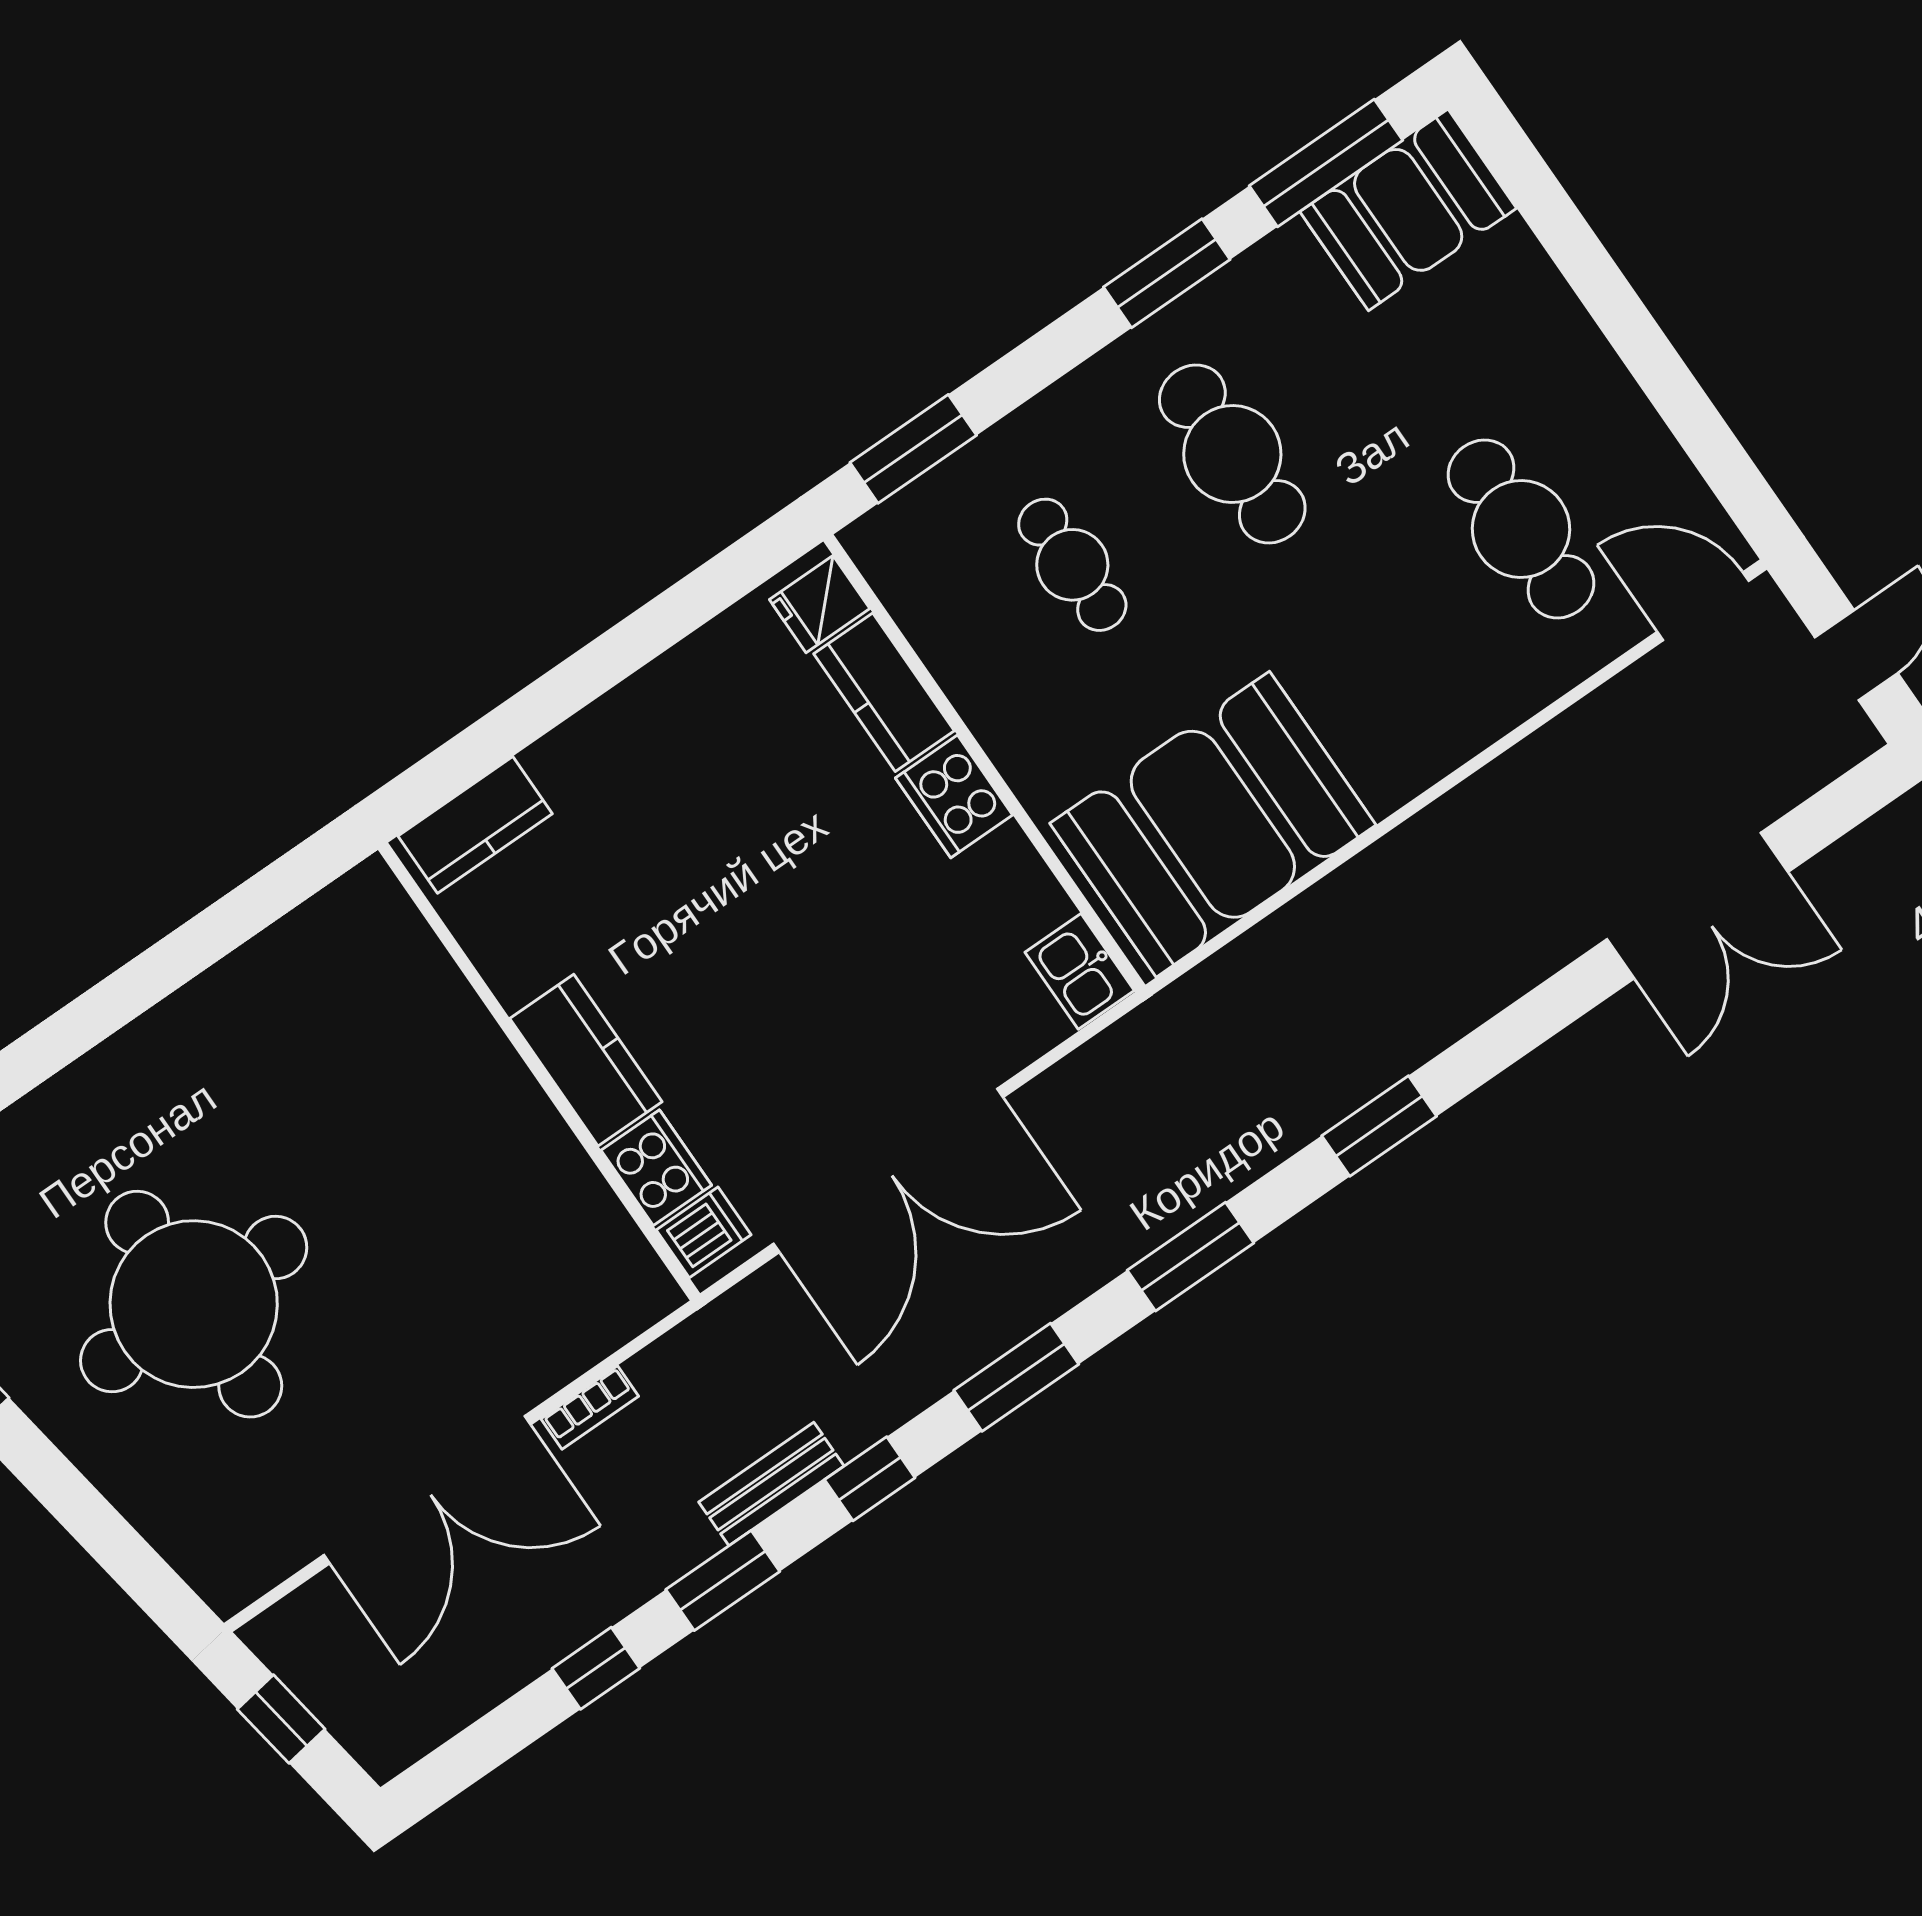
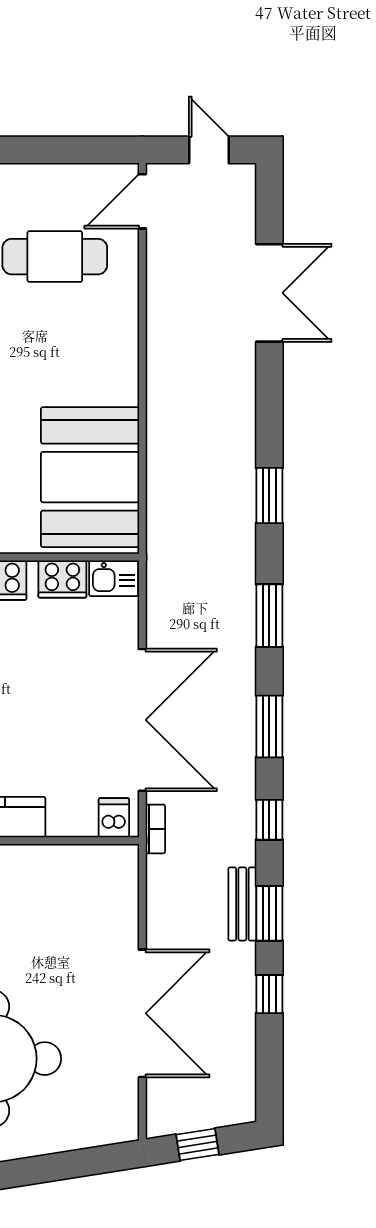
cooker: (656, 1168) -> (62, 579), moved, turned 180
bookcase: (590, 1407) -> (155, 829), moved
bench: (771, 1484) -> (242, 904), moved

